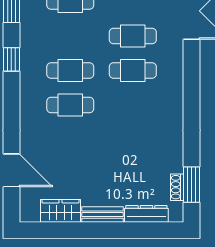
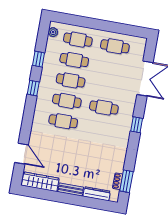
cafe table: (133, 36) -> (71, 80), moved
window: (192, 89) -> (137, 125), added
wardrobe: (60, 211) -> (40, 182), width x1.50

